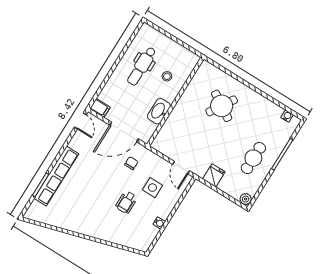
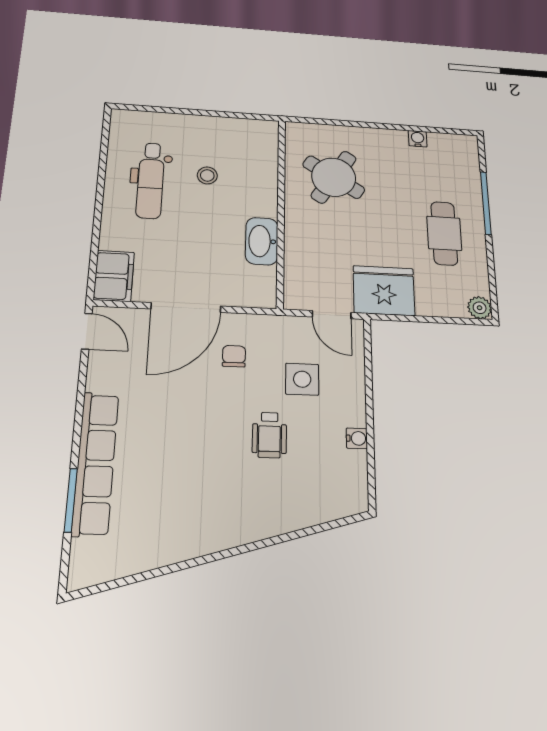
wall: (175, 102) -> (281, 211), moved
filing cabinet: (100, 108) -> (114, 276), width x2.00
washbasin: (159, 111) -> (262, 241), moved
water cooler: (287, 116) -> (418, 139), moved
fridge: (214, 175) -> (384, 291), width x1.88, depth x1.34

